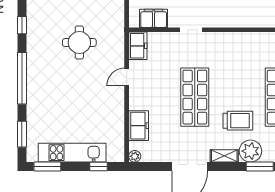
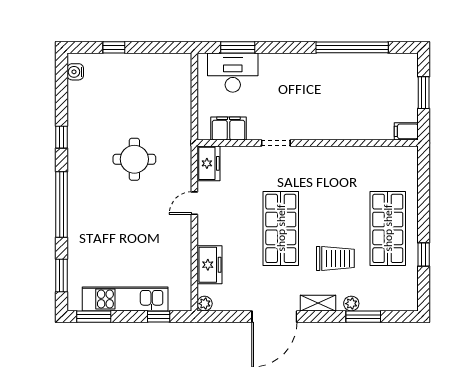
plant: (250, 151) -> (351, 304), width x0.53, depth x0.53

